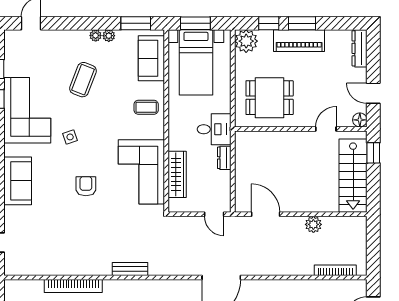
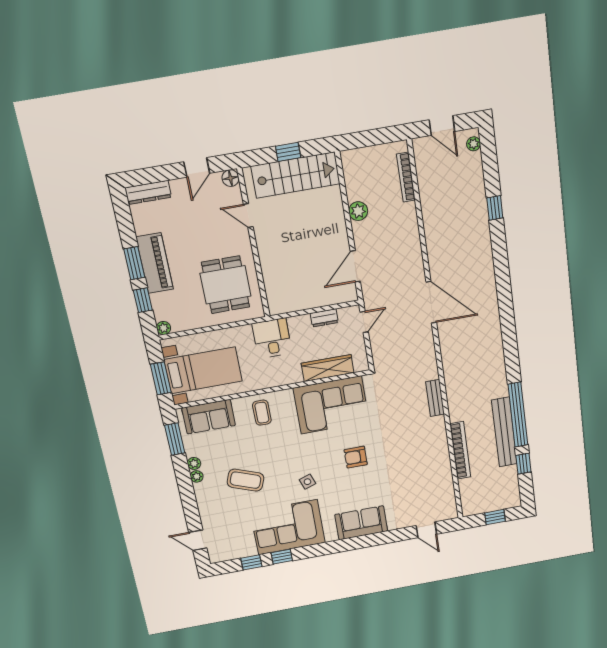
plant: (246, 41) -> (164, 328), width x0.53, depth x0.53
window: (373, 153) -> (288, 152), moved
dresser: (224, 158) -> (324, 318), moved

